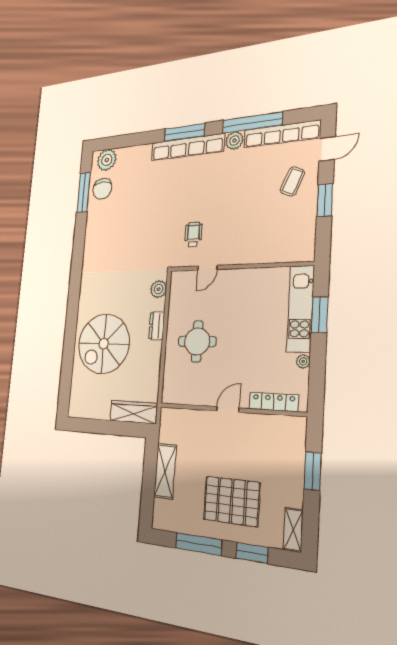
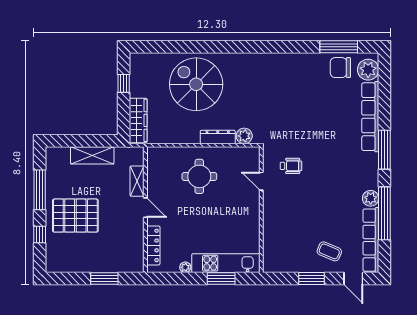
row of seats: (187, 147) -> (370, 117), moved
dresser: (157, 326) -> (218, 137), width x1.44
window: (95, 426) -> (124, 83), added
pallet: (232, 501) -> (75, 216), turned 90
shelving: (293, 530) -> (137, 181), moved, turned 90
window: (252, 553) -> (40, 235), width x0.67

